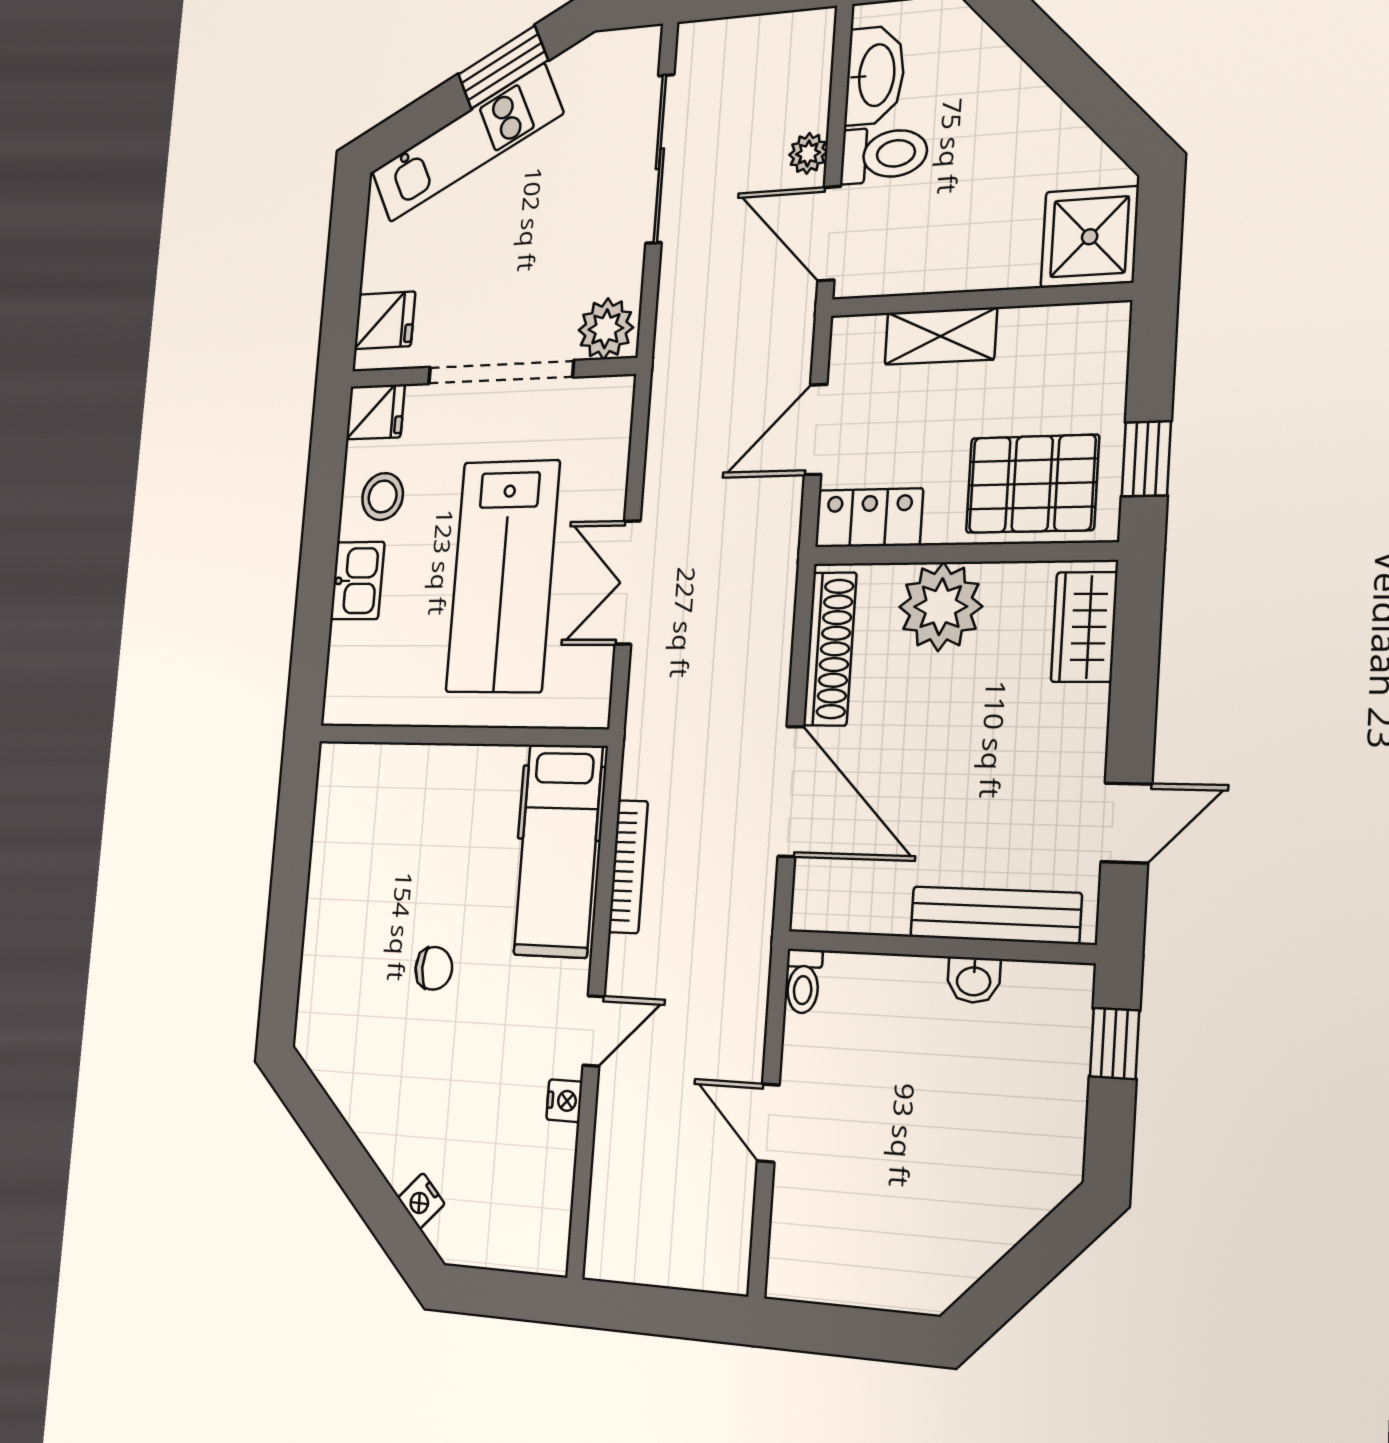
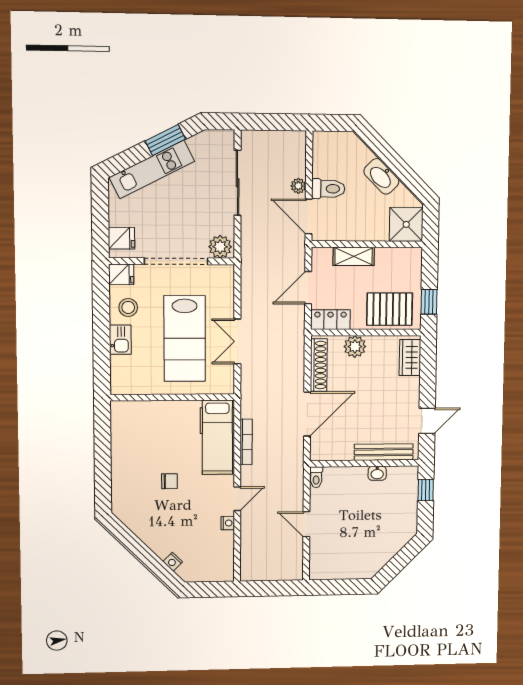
washbasin: (875, 75) -> (381, 176), moved, turned 135
plant: (941, 607) -> (355, 347), width x0.73, depth x0.73
door: (791, 791) -> (307, 414), hinge flipped

